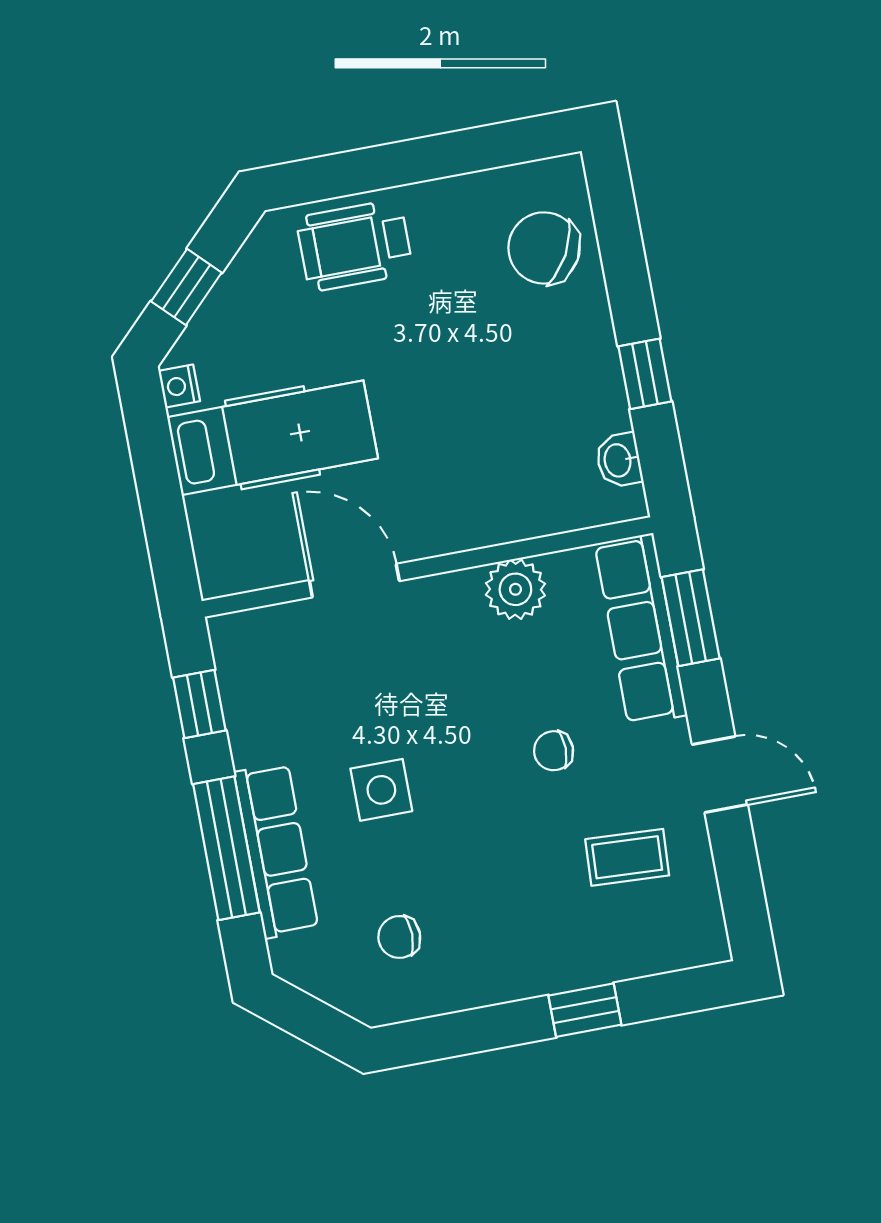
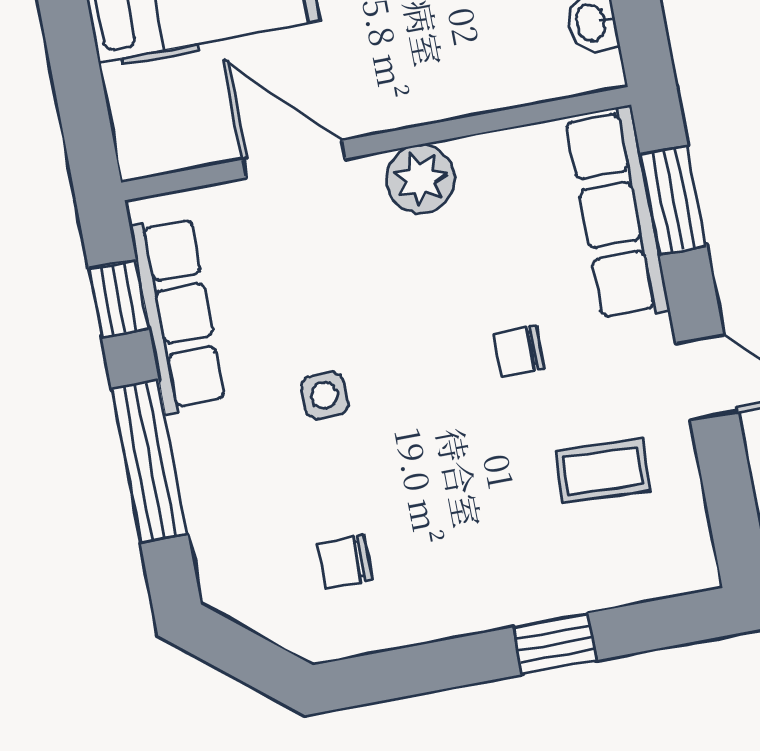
plant: (515, 589) -> (421, 179), moved
side table: (381, 790) -> (325, 395), width x0.73, depth x0.73
row of seats: (276, 850) -> (178, 315), moved

